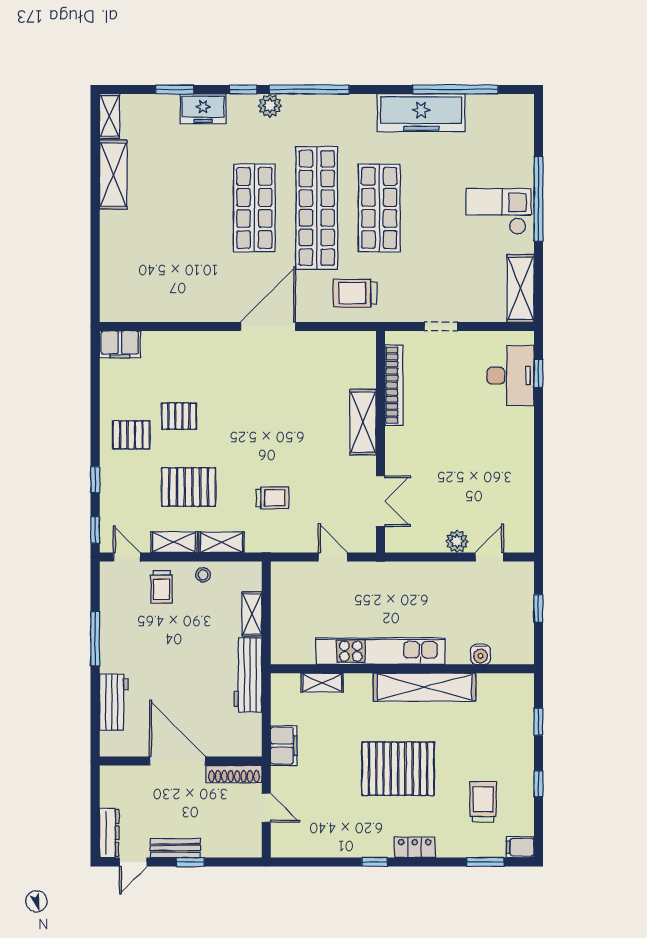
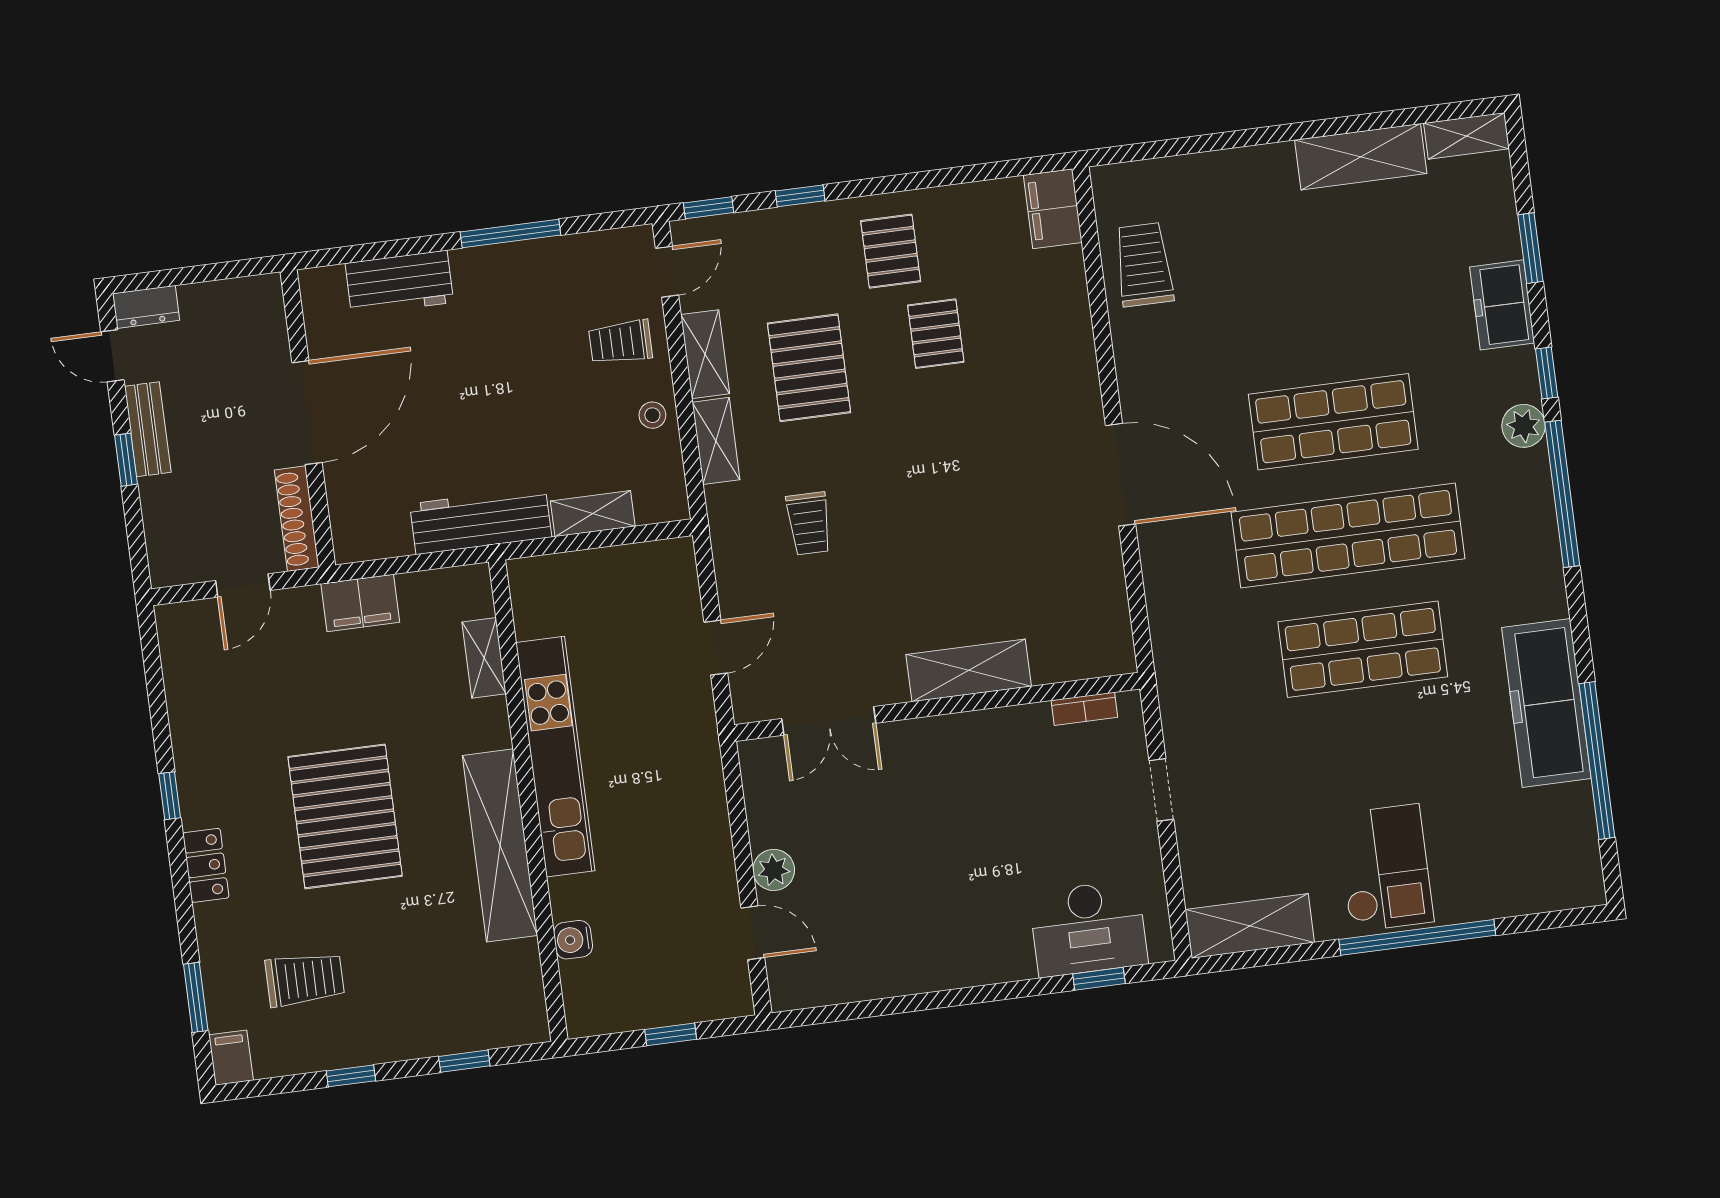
trolley: (355, 293) -> (1144, 265), moved
bookcase: (394, 385) -> (1084, 709), width x0.43, depth x0.76
dresser: (109, 833) -> (146, 307), width x0.70

